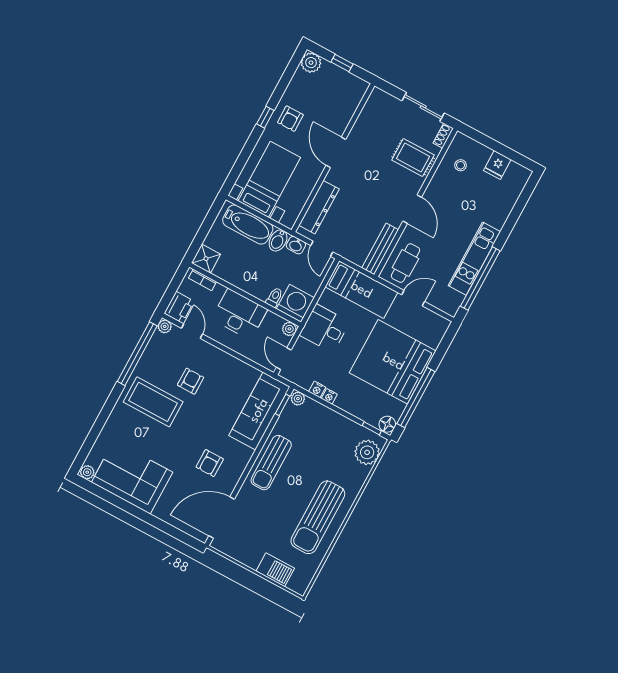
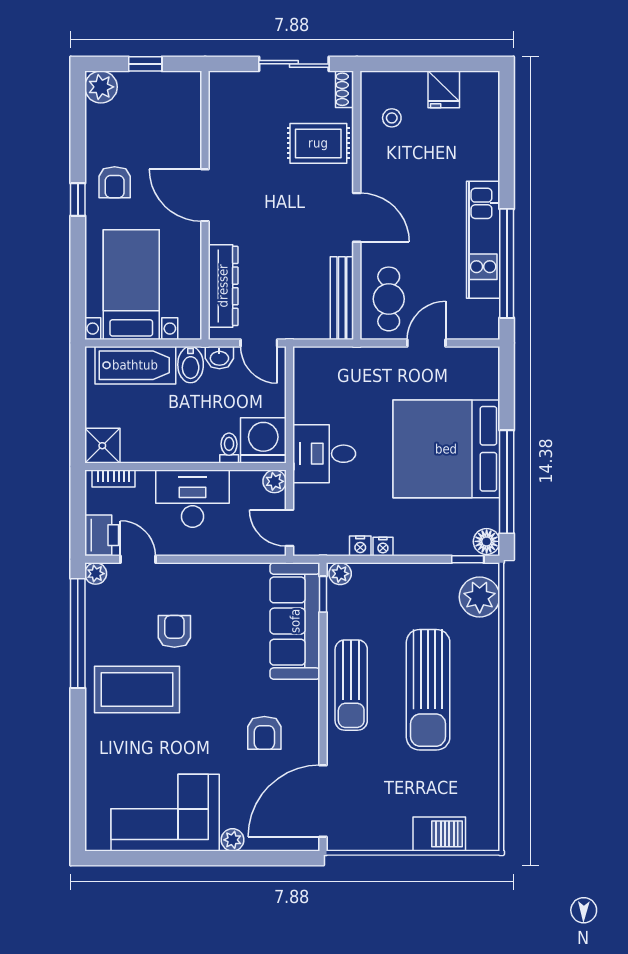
bed: (361, 290) -> (347, 370), removed
plant: (87, 472) -> (233, 840), moved
sun lounger: (318, 517) -> (428, 690), moved

